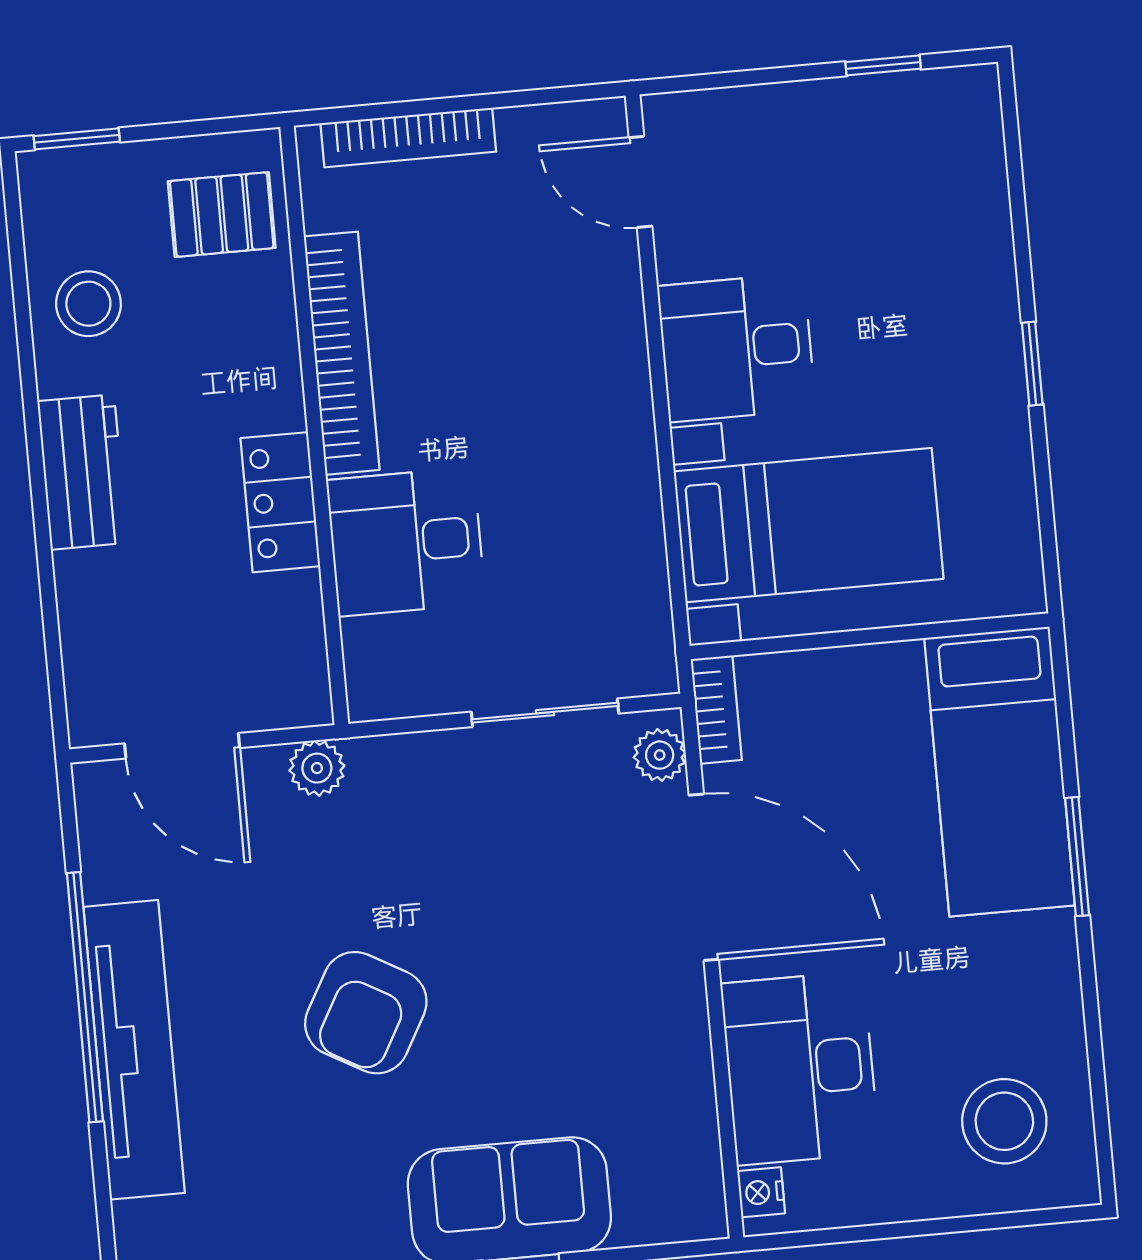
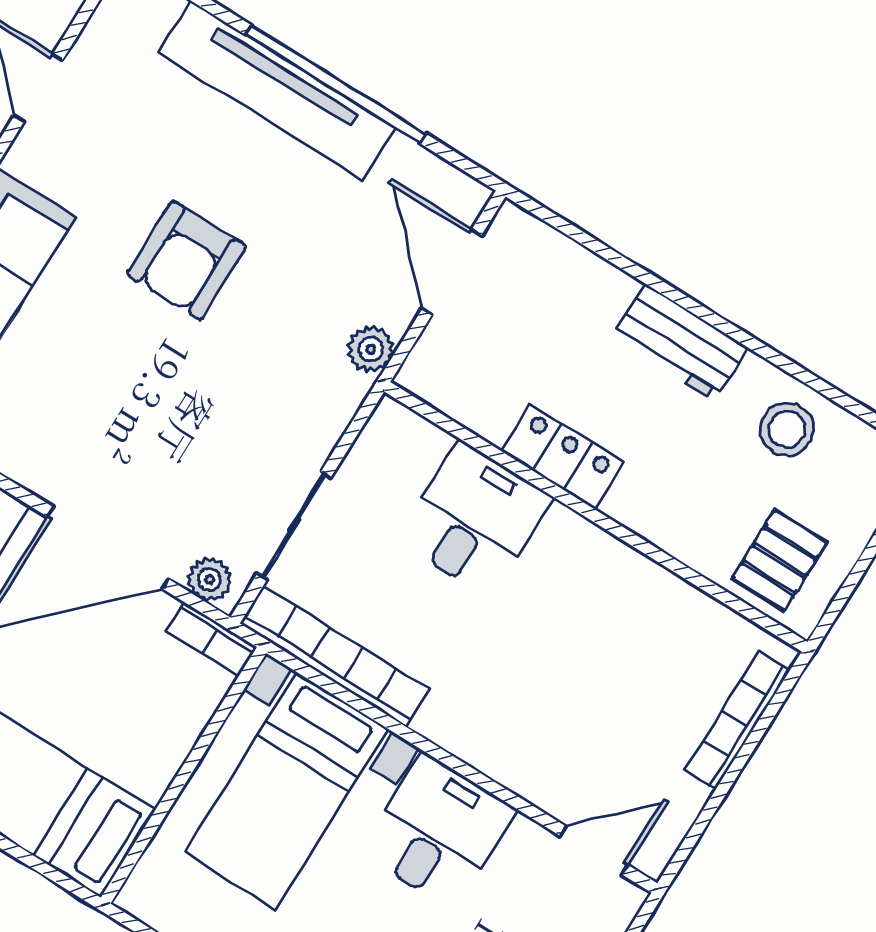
bookcase: (342, 353) -> (335, 656), moved, turned 180
door: (182, 746) -> (452, 272), hinge flipped
armchair: (366, 1013) -> (187, 260), turned -119

